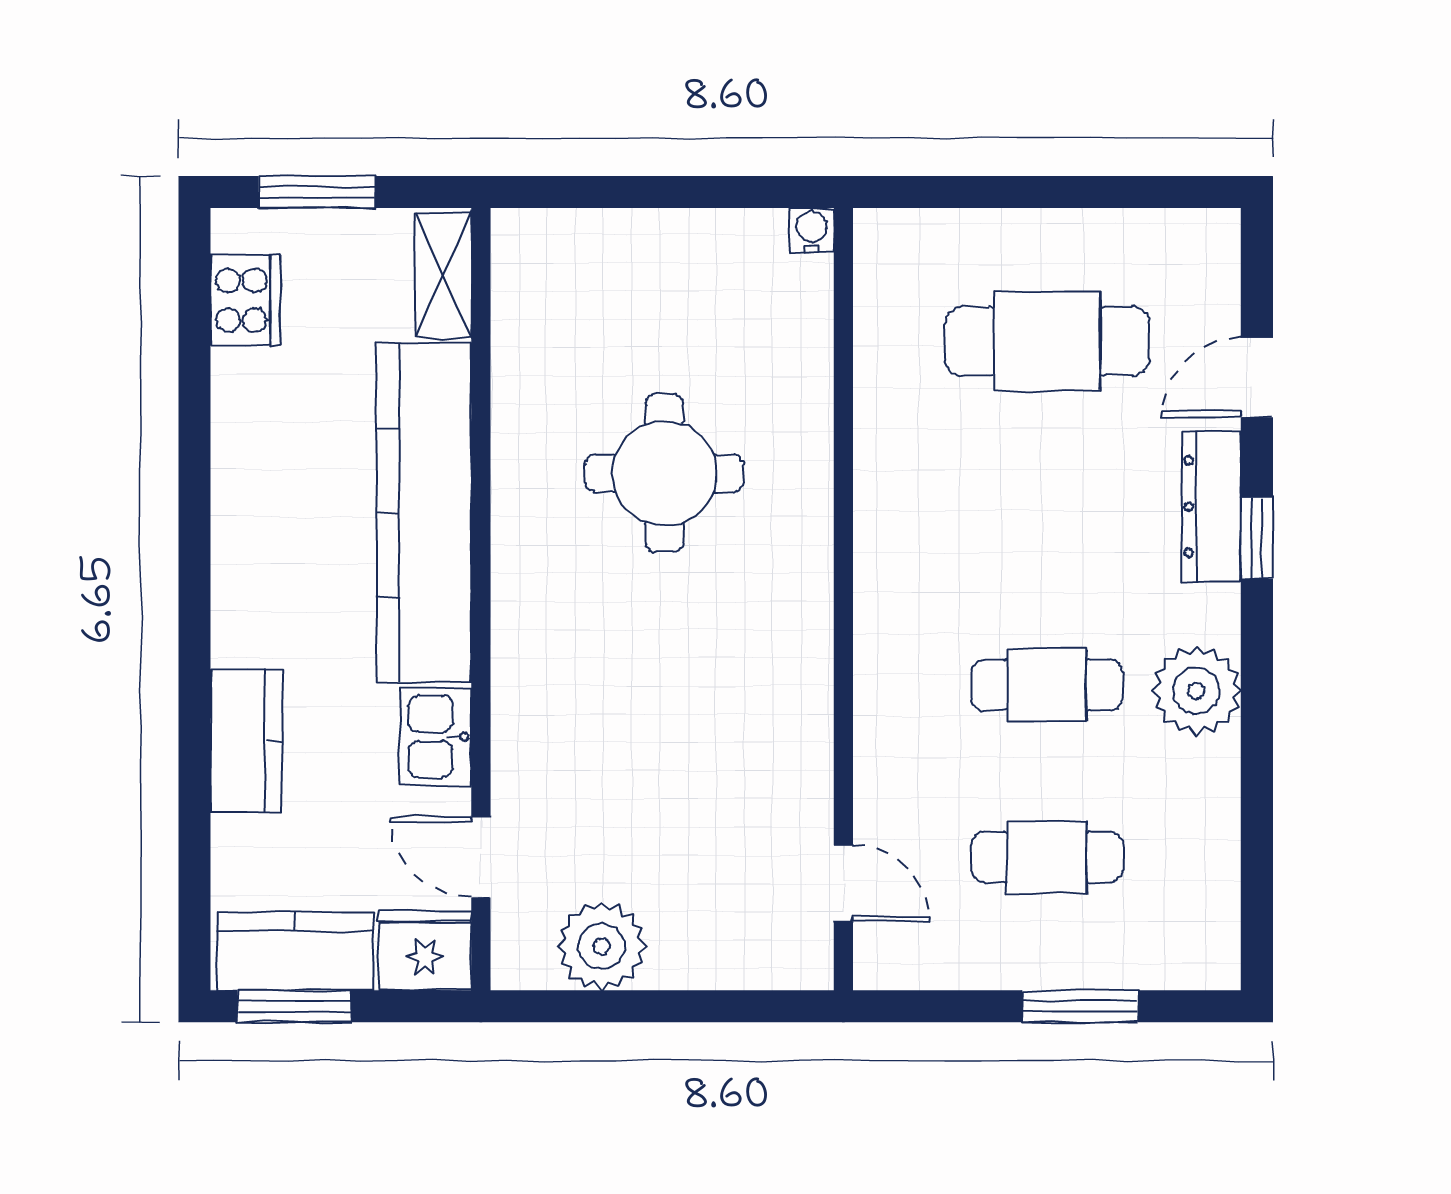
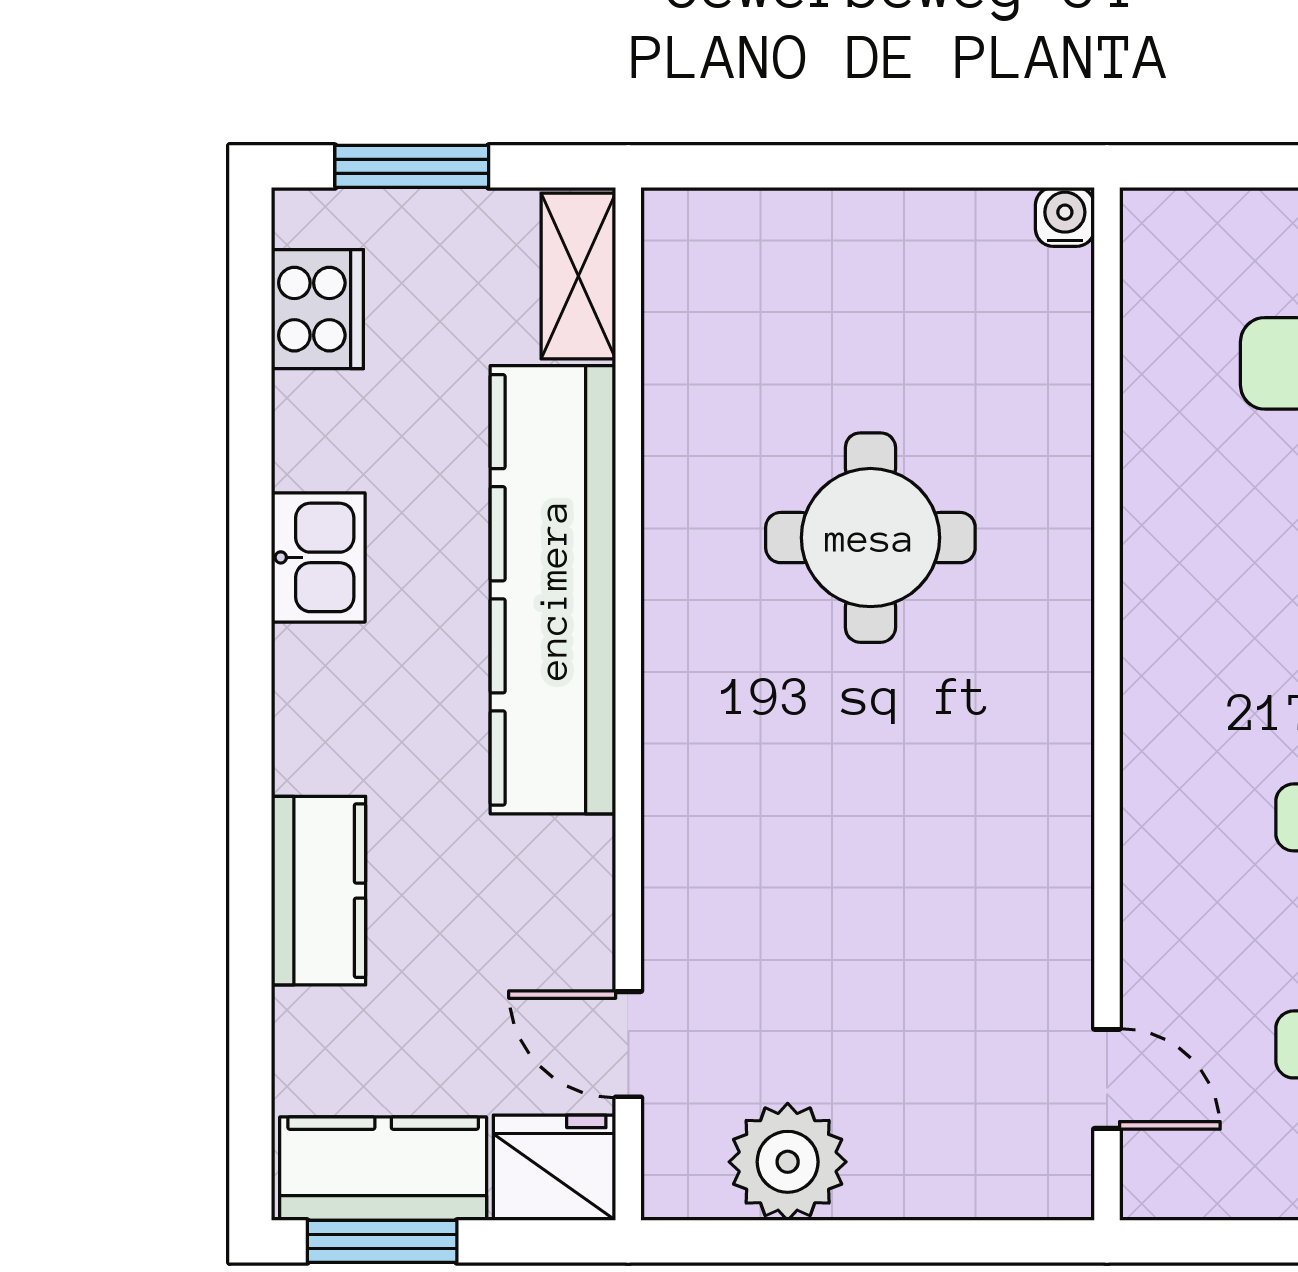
kitchen sink: (436, 737) -> (318, 557), moved, turned 180

